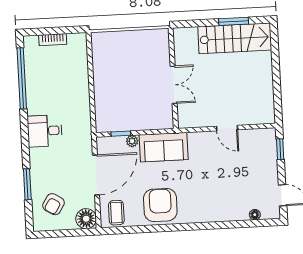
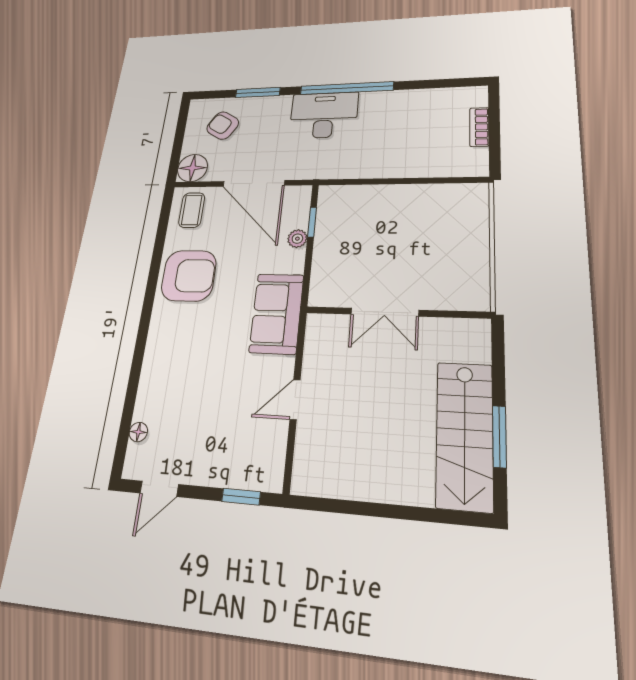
window: (22, 78) -> (346, 88), moved
desk: (45, 131) -> (324, 115), width x1.37
sofa: (164, 147) -> (277, 313), moved
coffee table: (116, 213) -> (192, 210), turned 90

